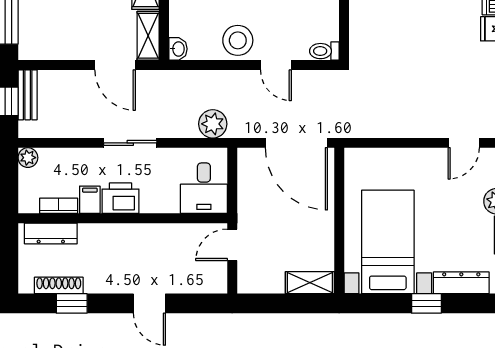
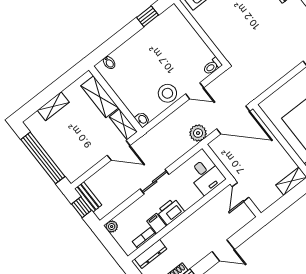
plant: (213, 124) -> (198, 133), moved

